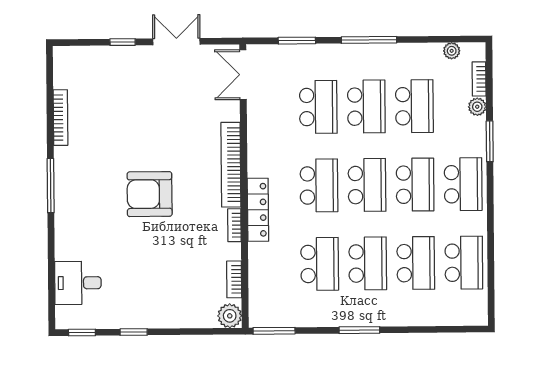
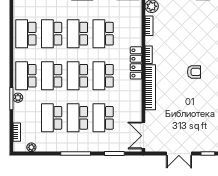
double door: (243, 75) -> (143, 136), swing flipped
plant: (477, 107) -> (18, 98), moved
armchair: (150, 194) -> (194, 72), width x0.53, depth x0.53

